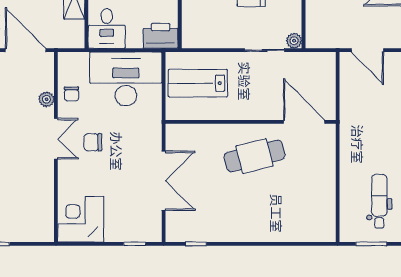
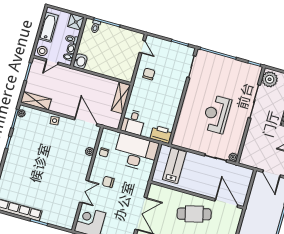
lab bench: (198, 83) -> (174, 166), turned 90
double door: (56, 139) -> (84, 191), moved

